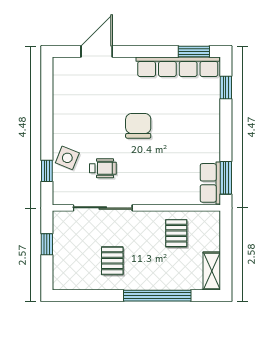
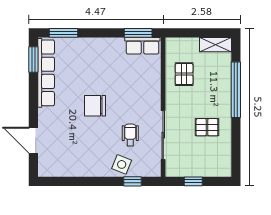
window: (226, 88) -> (63, 33), width x1.50
pallet: (176, 233) -> (184, 74), turned 90

